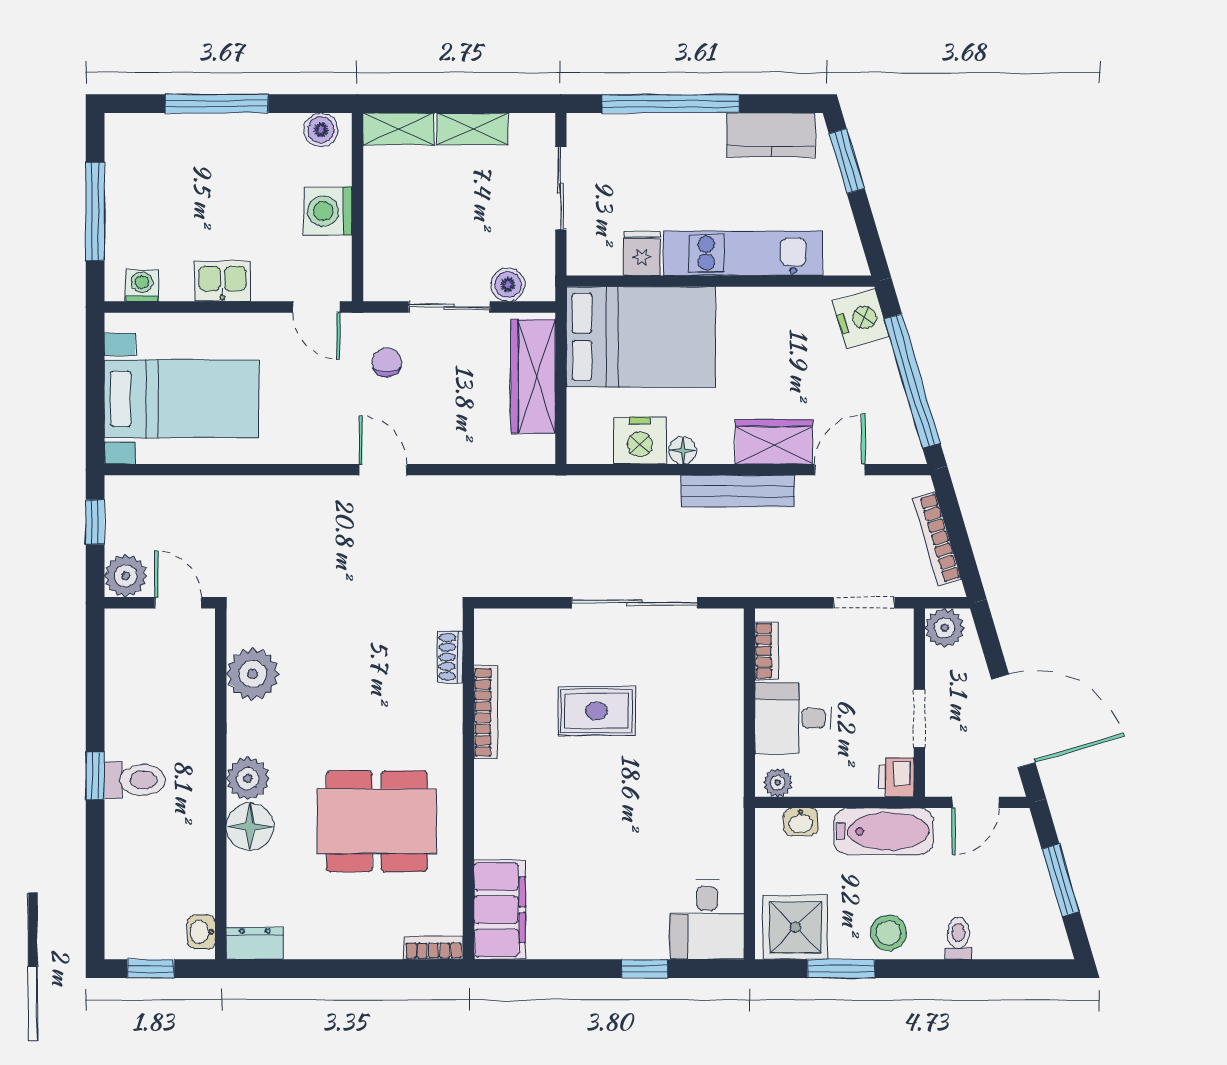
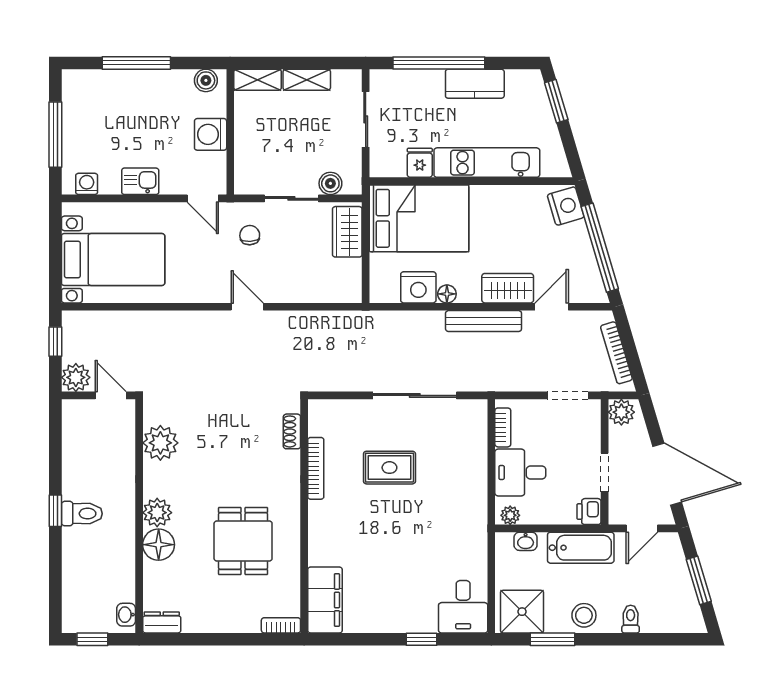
kitchen counter: (771, 135) -> (475, 84), moved
wardrobe: (533, 376) -> (347, 232), width x0.67
dining table: (377, 821) -> (243, 541), width x0.73

